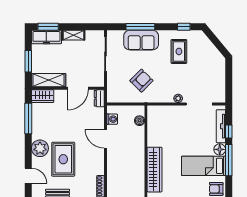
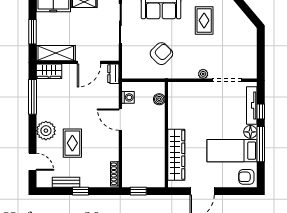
rug: (63, 159) -> (72, 143), width x0.73, depth x0.70

